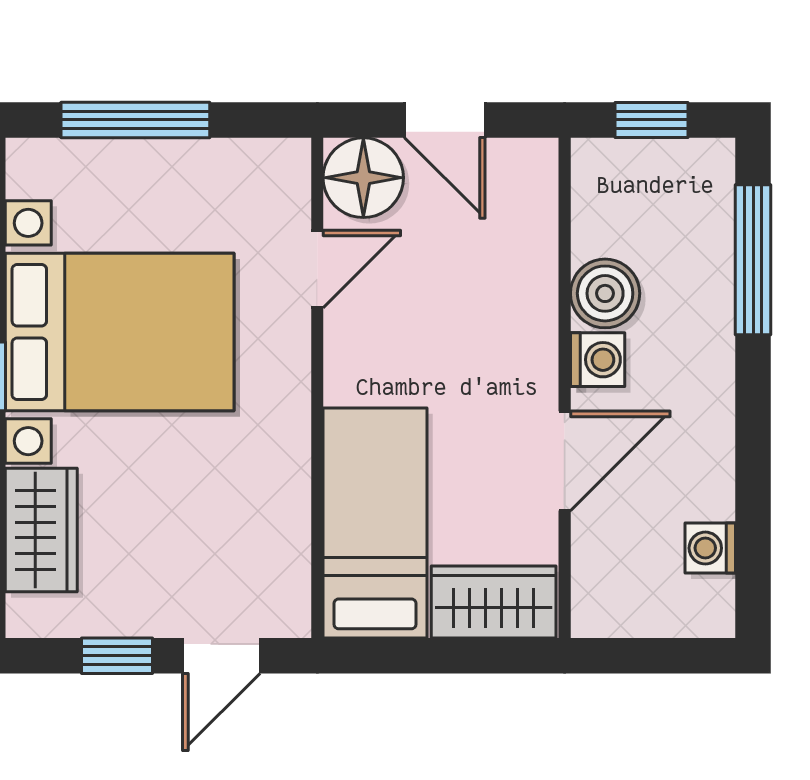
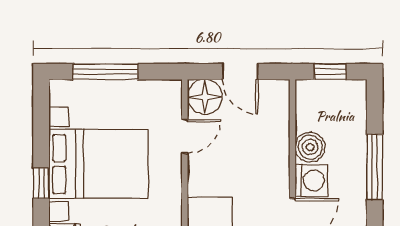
window: (753, 260) -> (375, 167), moved
washing machine: (598, 360) -> (311, 180), width x1.38, depth x1.38

